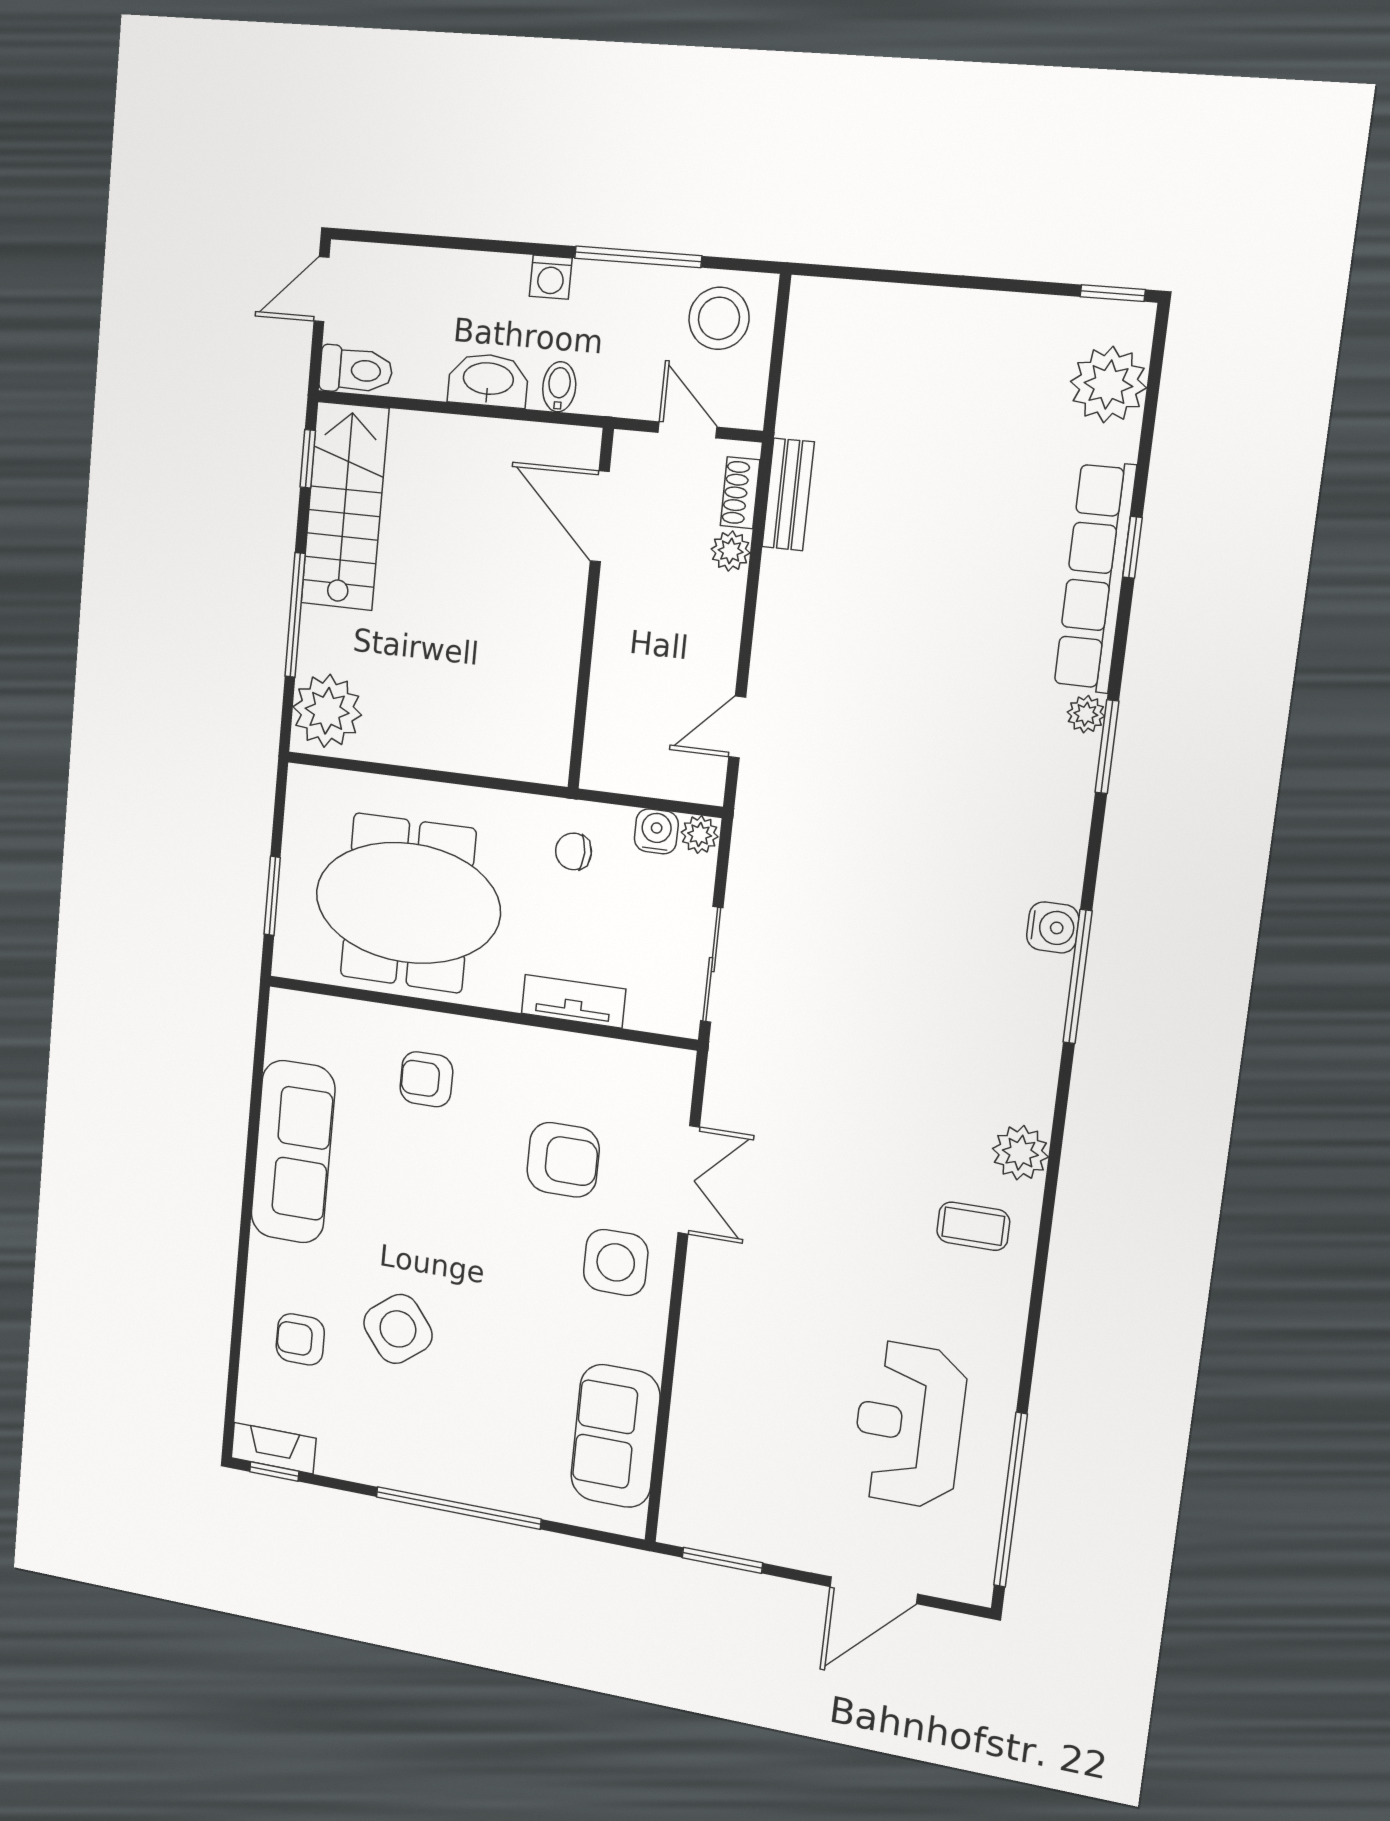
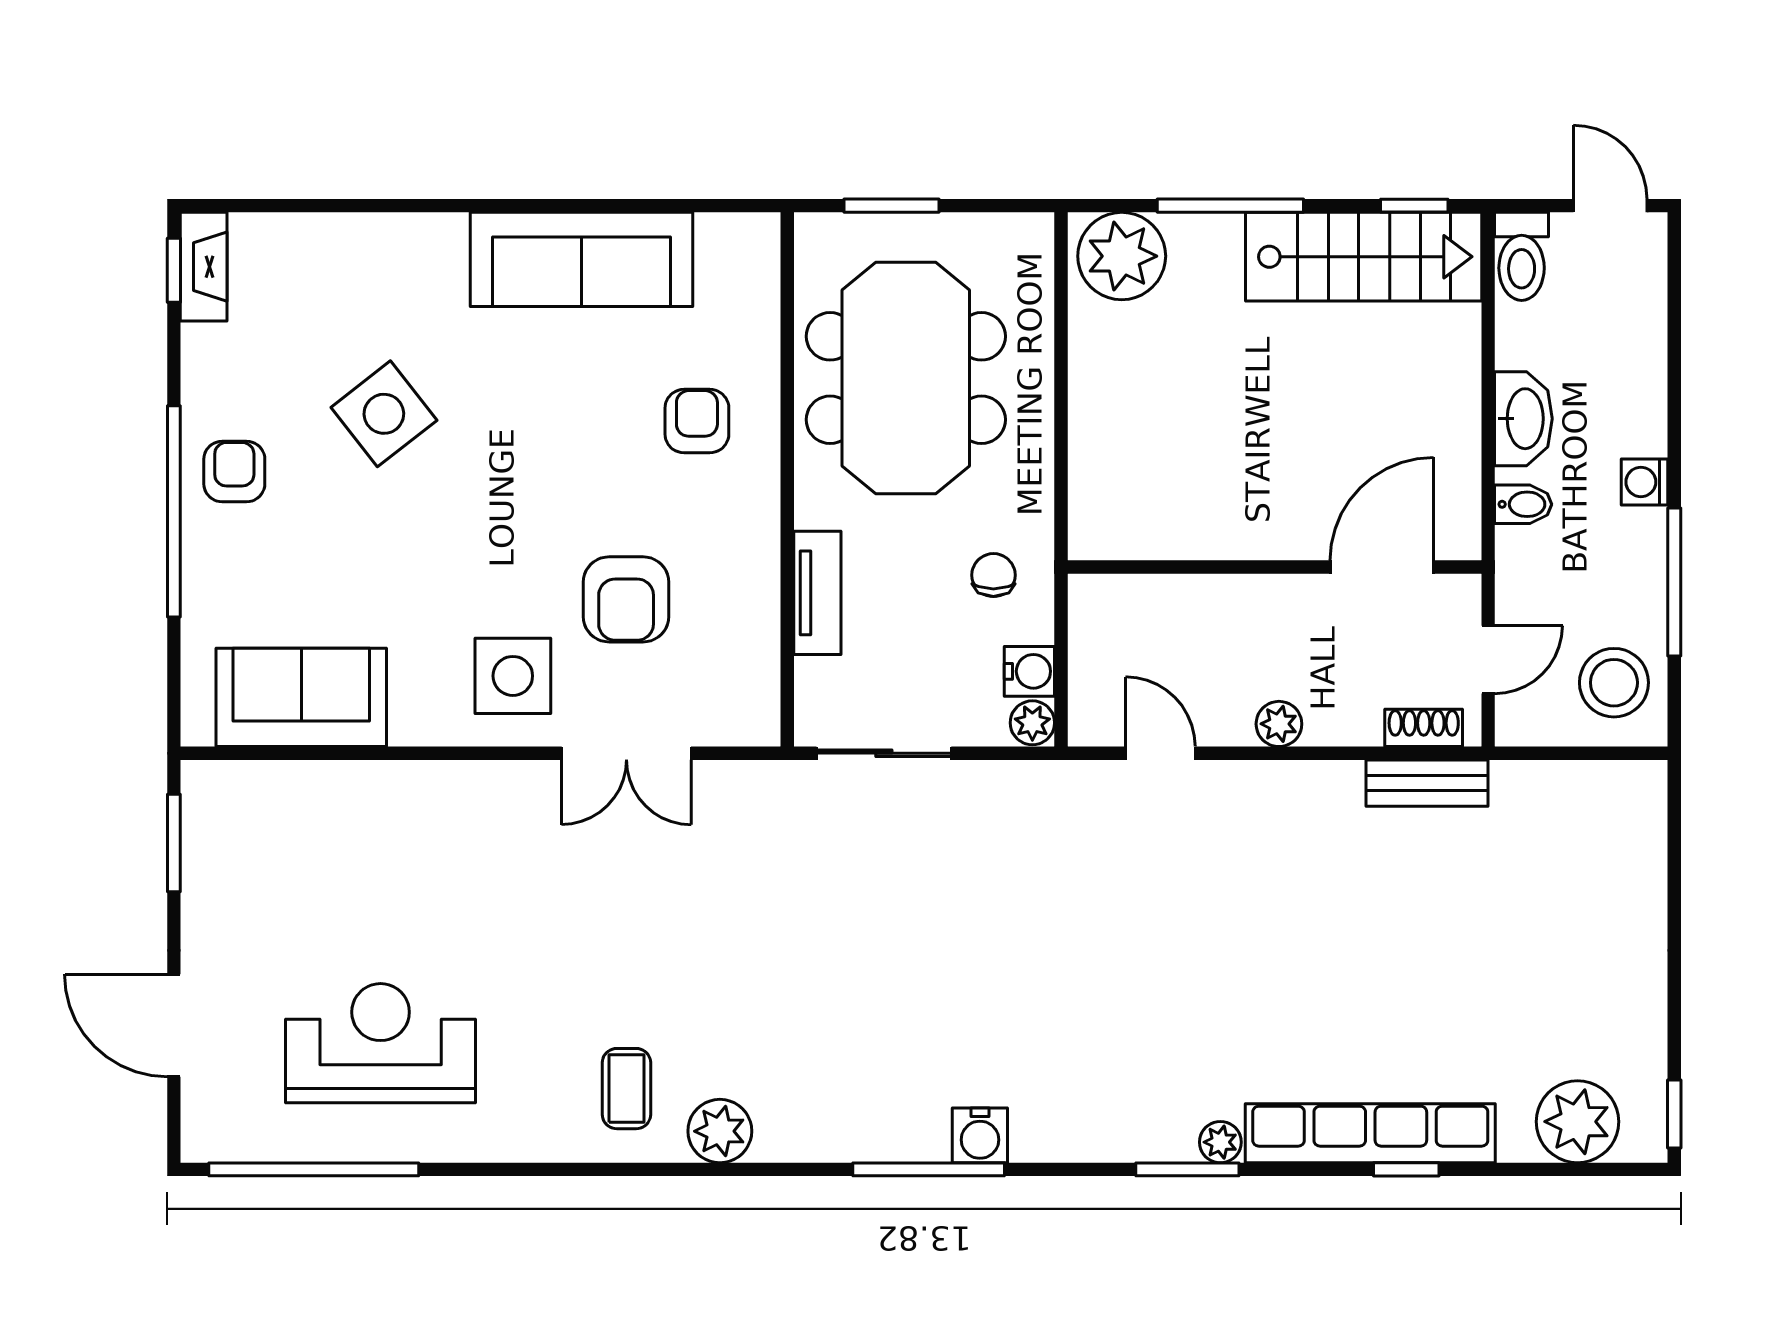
plant: (731, 551) -> (1279, 724), moved
armchair: (300, 1339) -> (234, 472), moved

